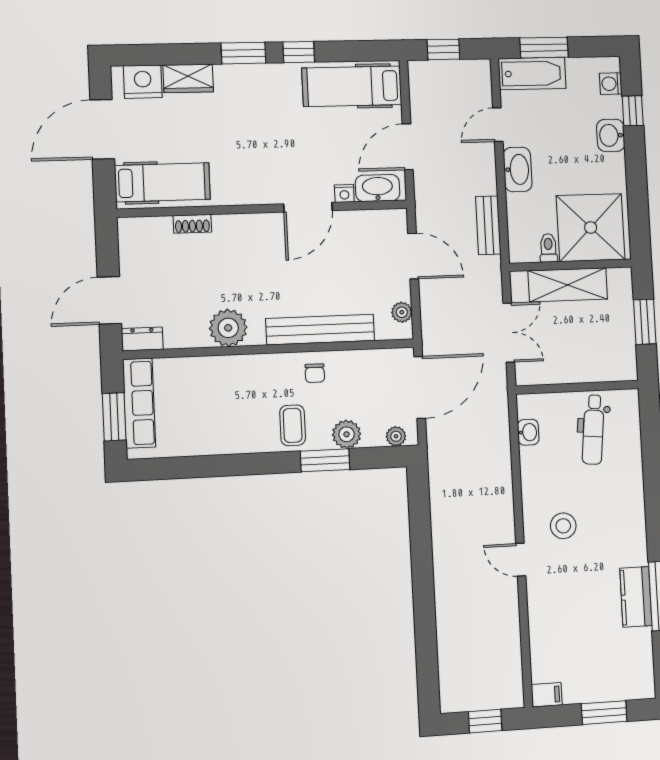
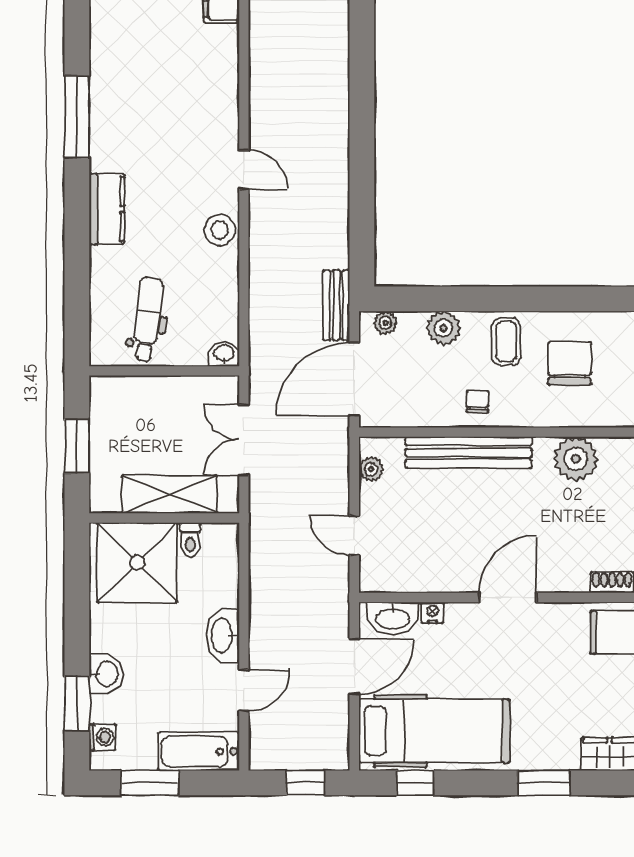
window: (544, 48) -> (150, 783), moved
window: (299, 52) -> (415, 783), moved
hospital bed: (352, 86) -> (434, 731), width x1.37, depth x1.29
window: (633, 111) -> (77, 703), width x1.50
door: (308, 207) -> (508, 598), moved
bench: (488, 225) -> (336, 305), moved
door: (413, 256) -> (354, 535), width x0.73
chair: (237, 409) -> (570, 364), added
washbasin: (528, 432) -> (224, 354), moved, turned 90
window: (325, 460) -> (470, 299), removed
stool: (563, 526) -> (220, 230), moved
kitchen counter: (636, 597) -> (107, 209), moved

